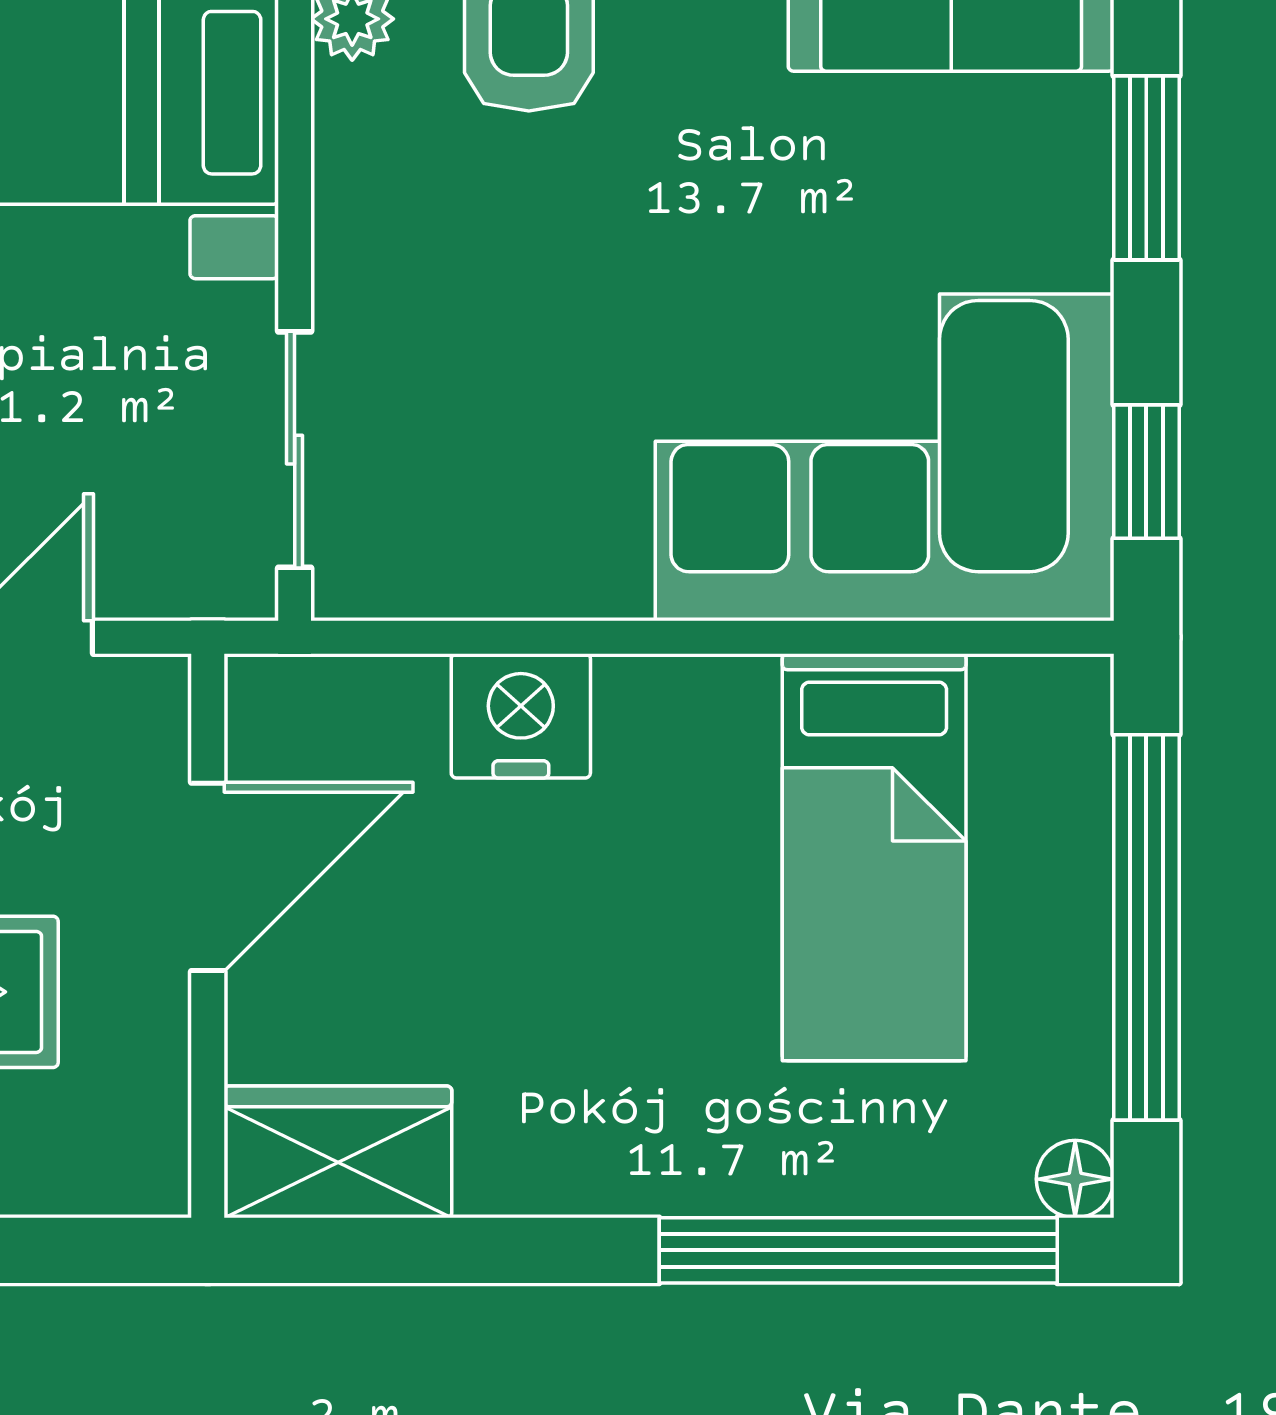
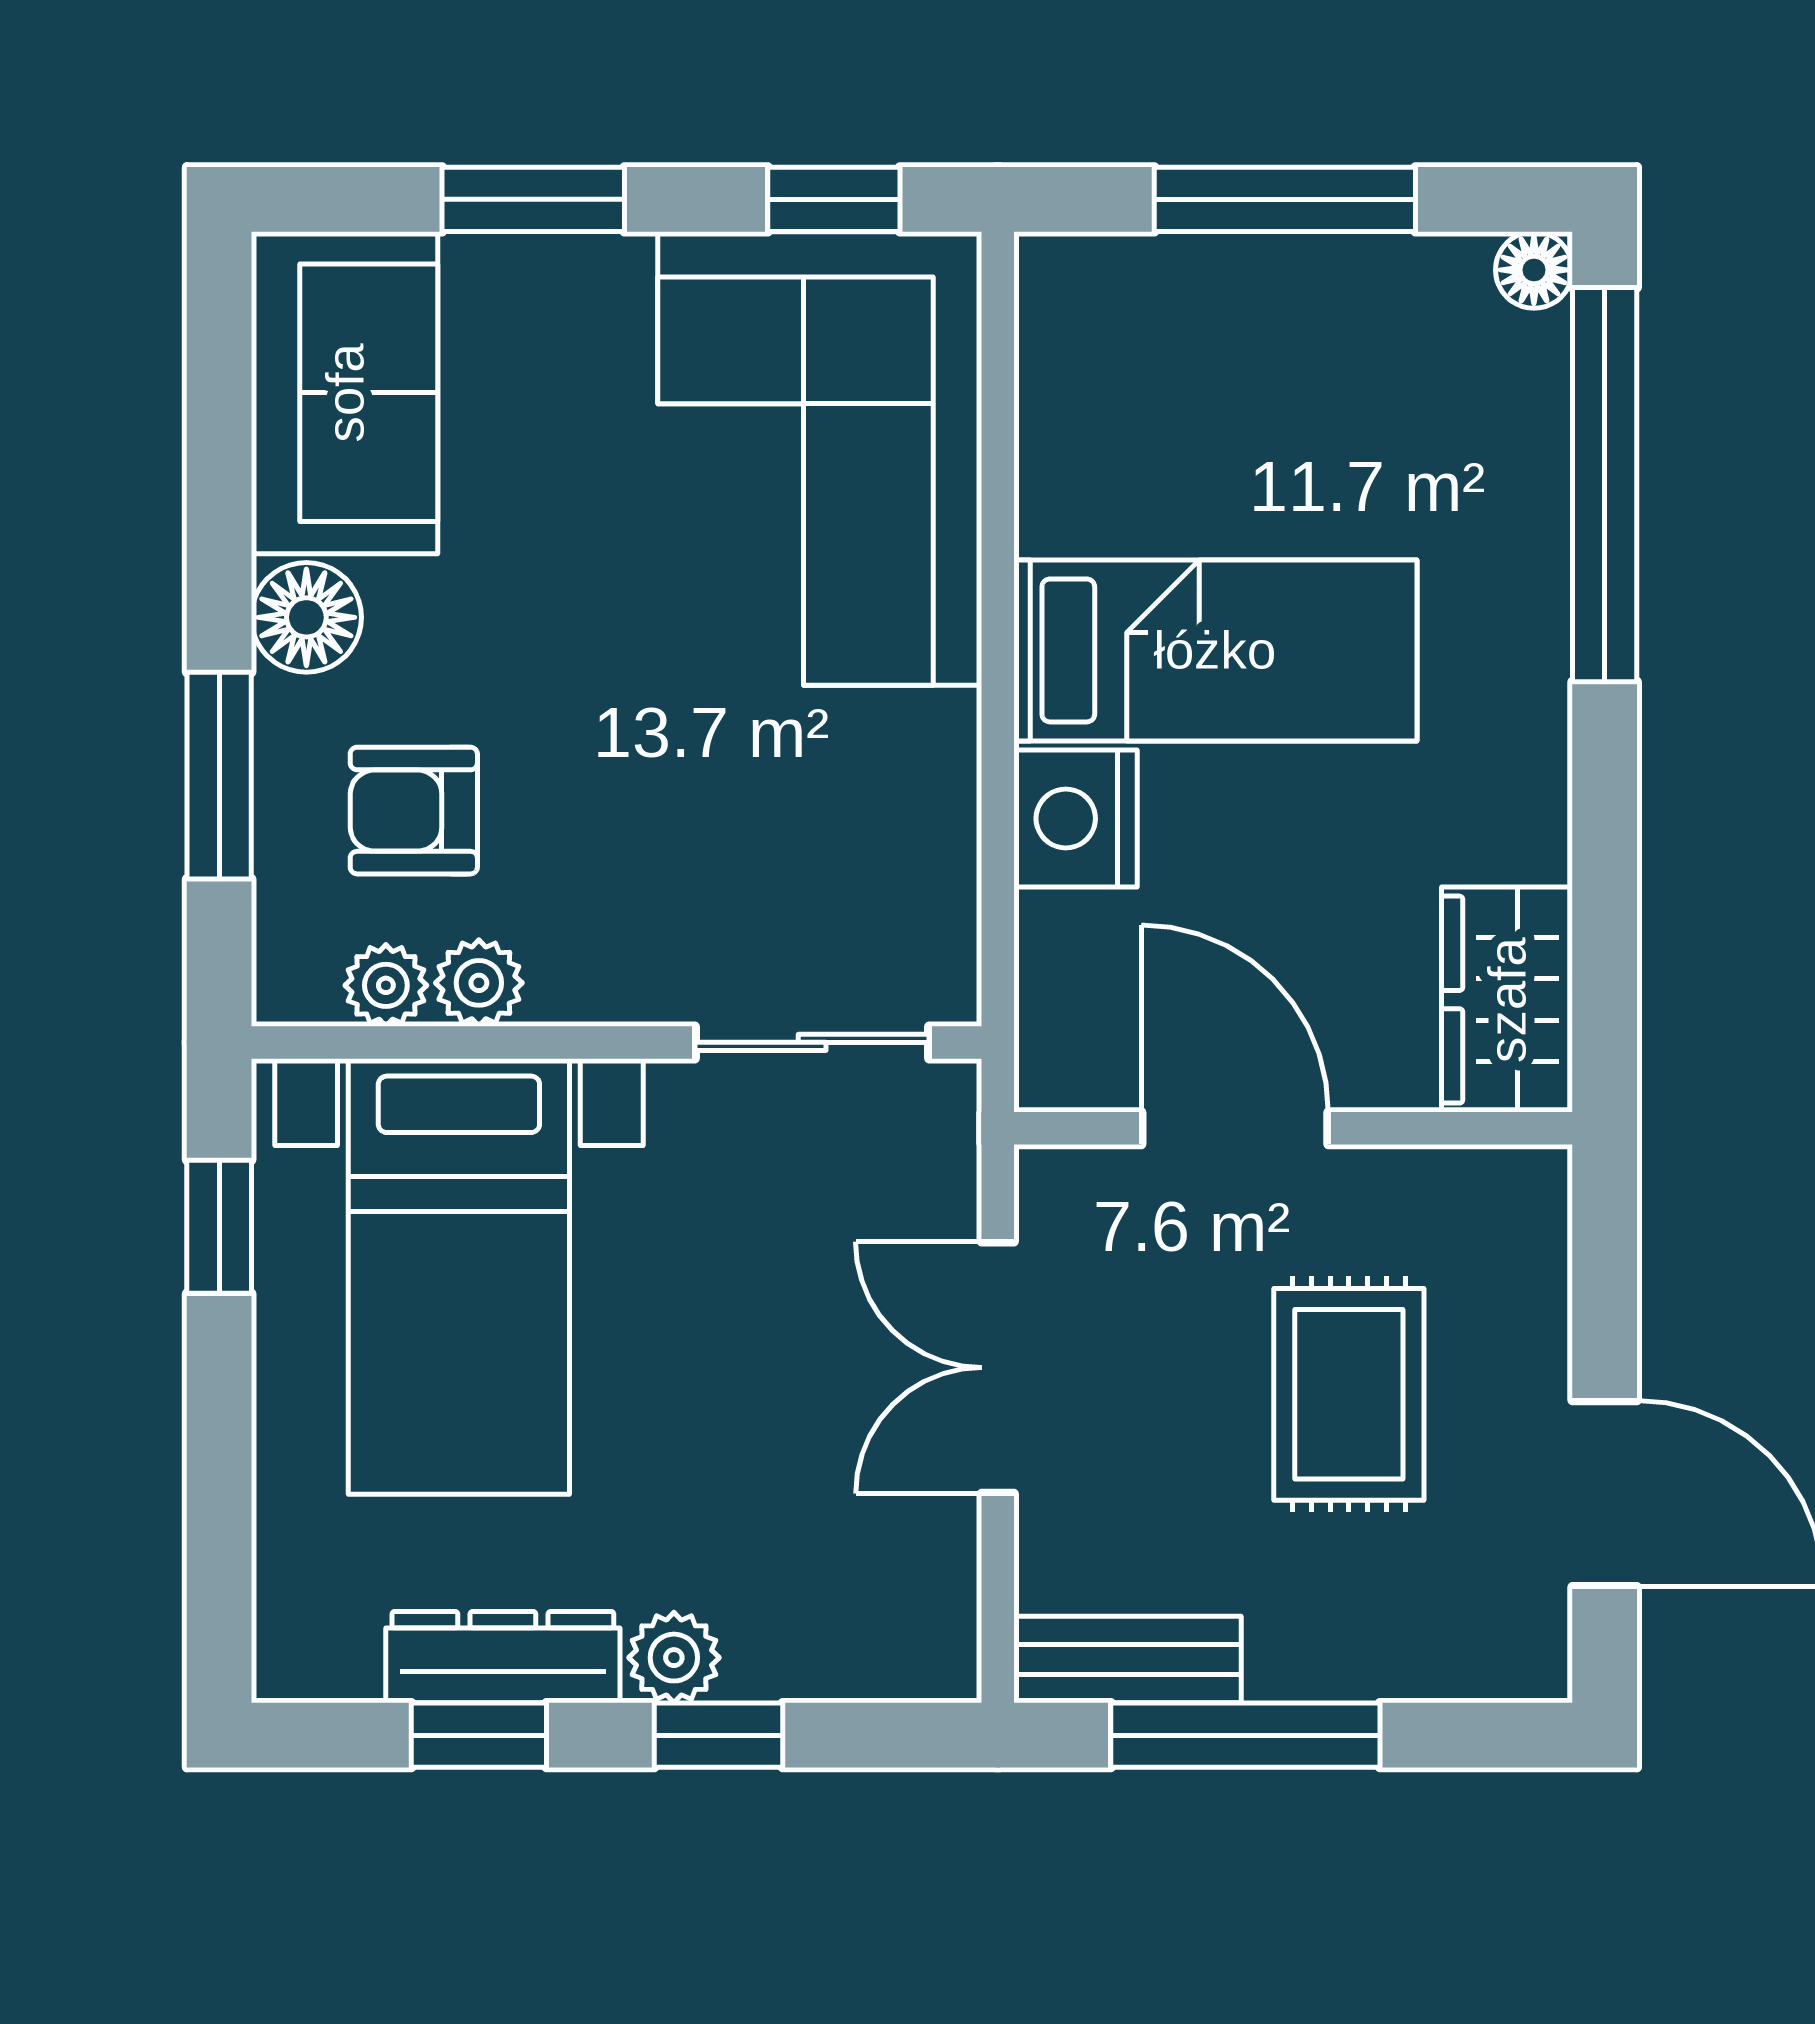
plant: (355, 113) -> (479, 983), added
bed: (874, 857) -> (1215, 650), moved
window: (1146, 927) -> (1285, 199), width x0.68

